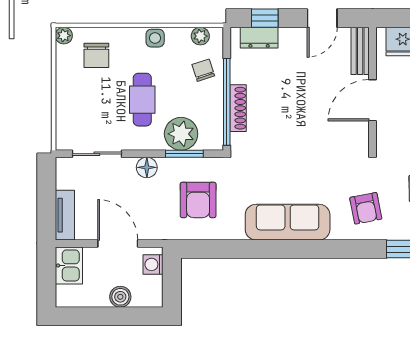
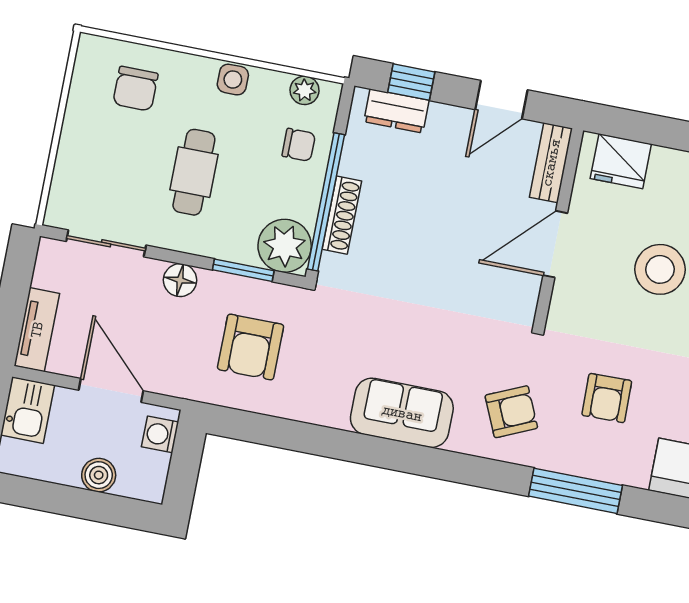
plant: (64, 36) -> (90, 48), removed
chair: (203, 70) -> (299, 145), turned 108
plant: (181, 134) -> (285, 246), moved
armchair: (366, 208) -> (511, 412), turned -103
sofa: (288, 222) -> (402, 413), width x0.73

